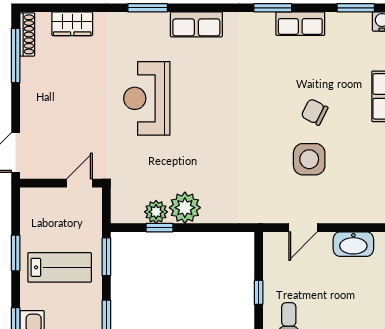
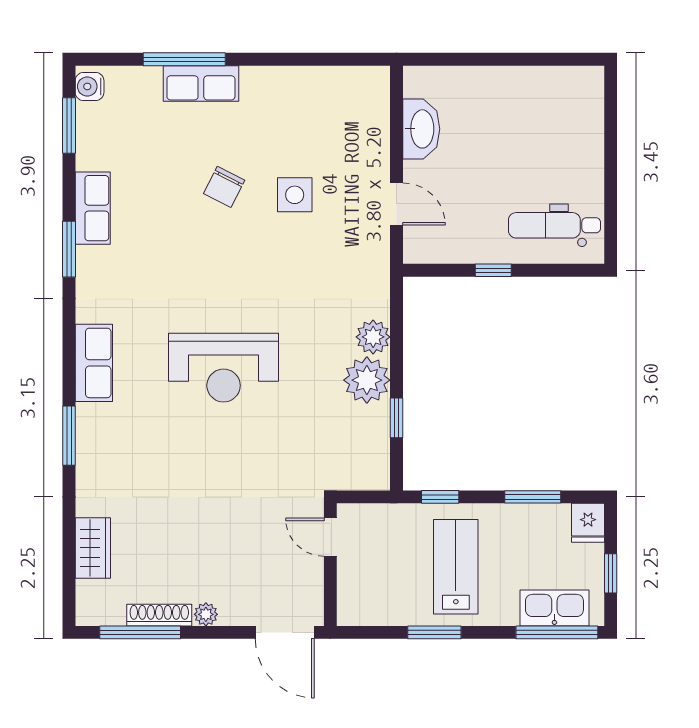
shoe rack: (27, 34) -> (159, 615), moved
reception desk: (147, 98) -> (224, 368), moved
plant: (28, 100) -> (206, 614), added
side table: (309, 159) -> (295, 195), width x0.73, depth x0.73
plant: (156, 212) -> (373, 337), moved
window: (106, 257) -> (440, 497), width x0.67

